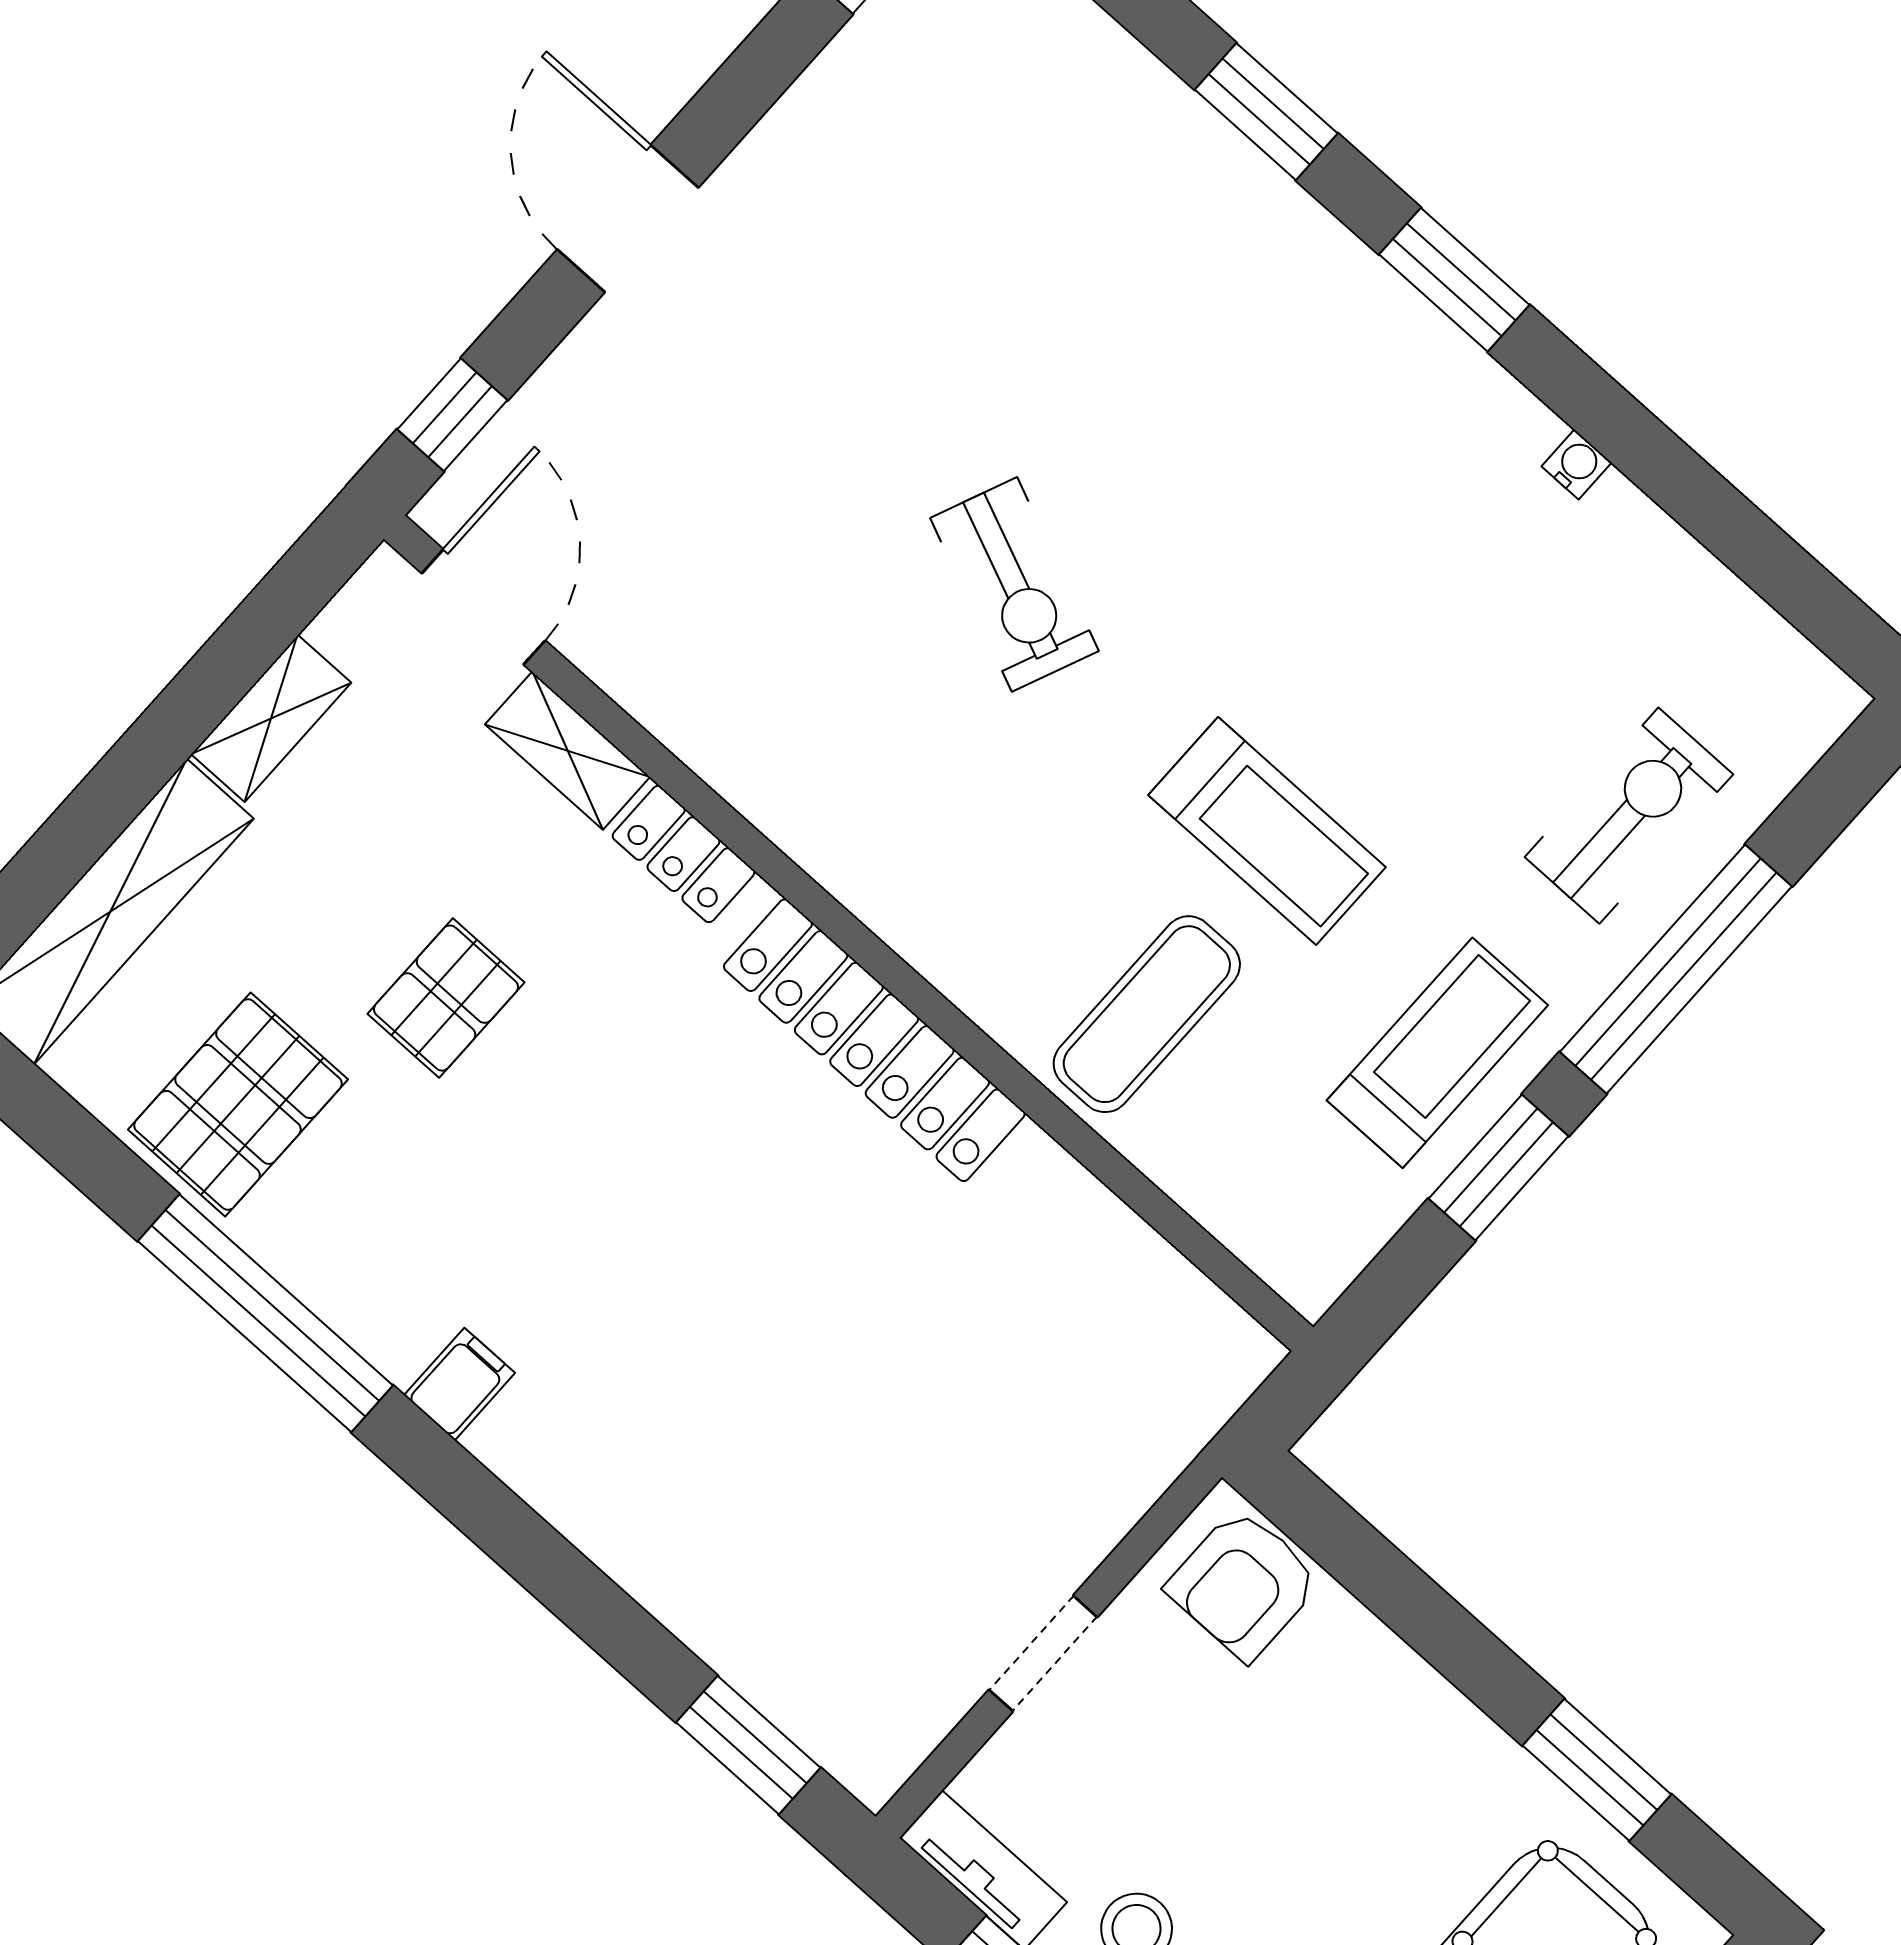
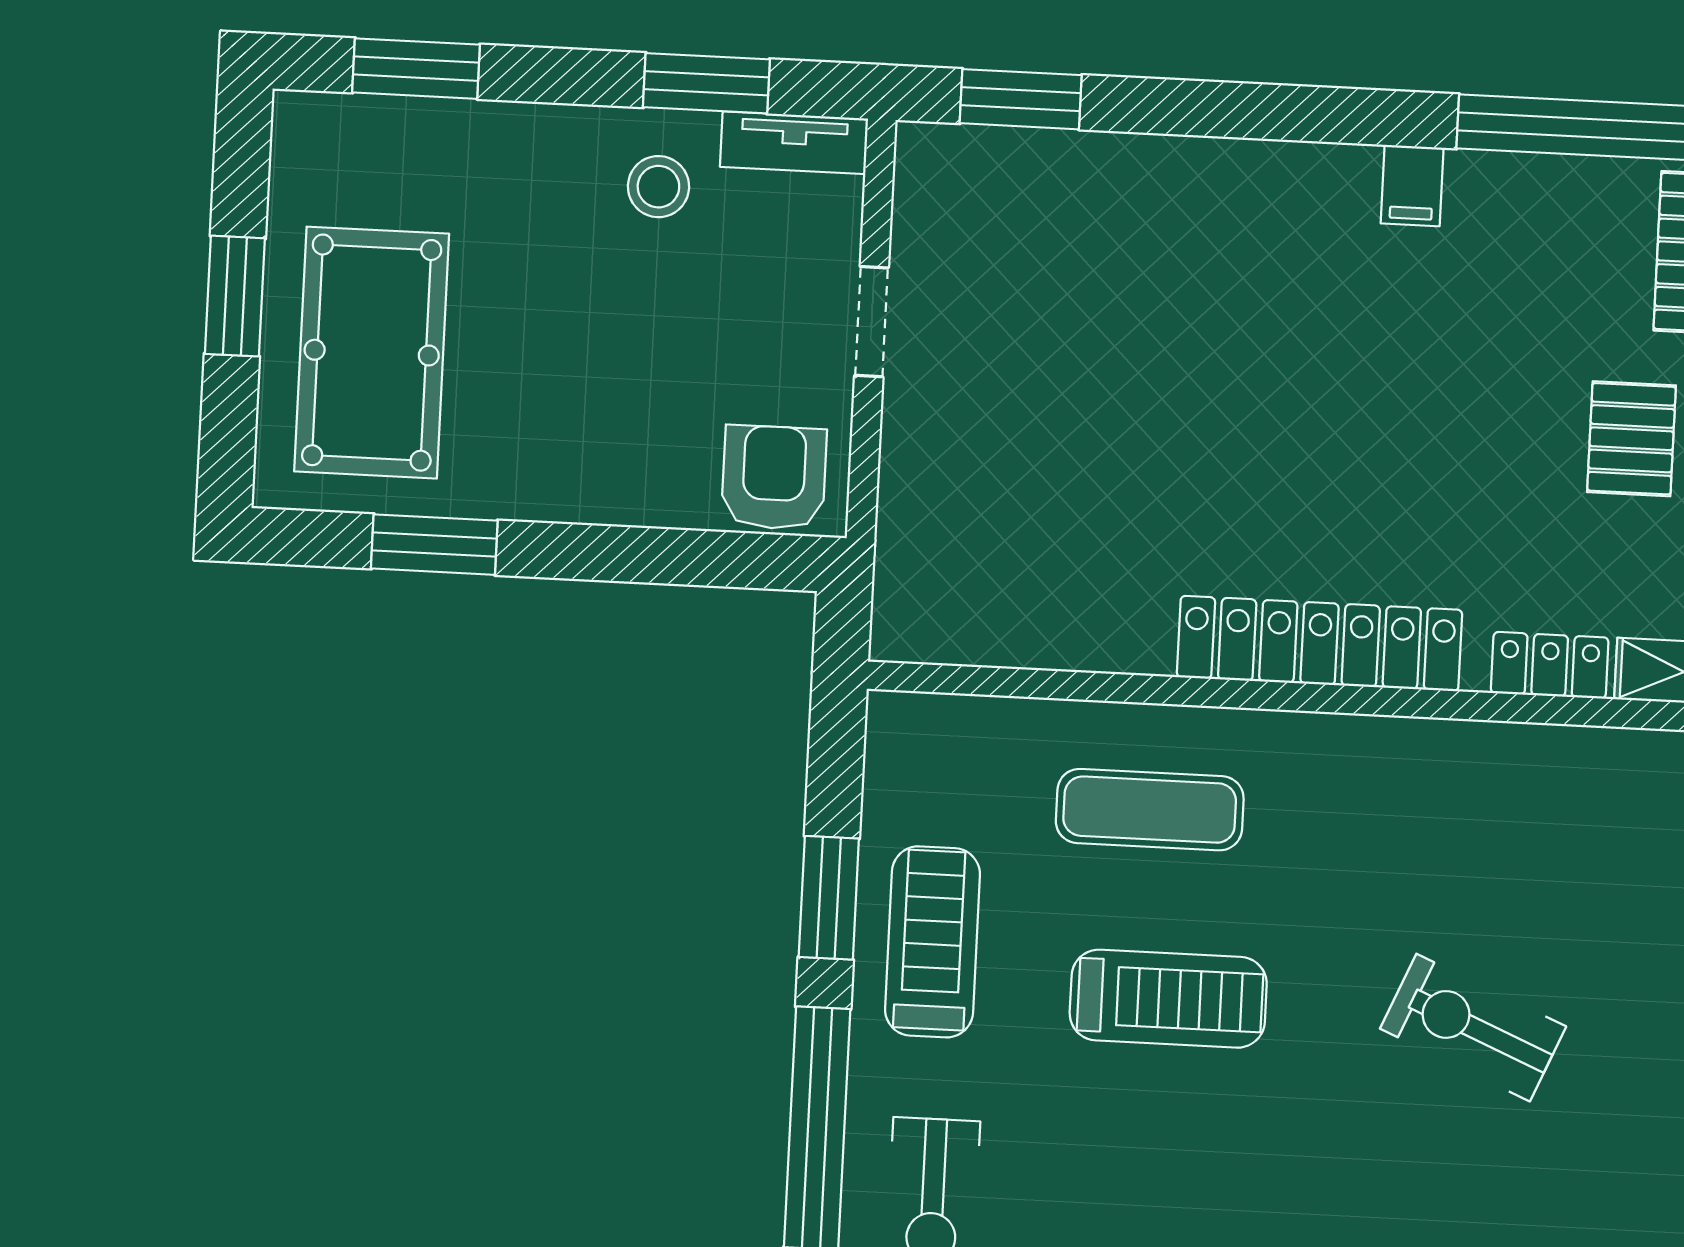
treadmill: (1267, 831) -> (1168, 999), turned 180
exercise mat: (1147, 1014) -> (1150, 810), turned 90
treadmill: (1437, 1053) -> (932, 942), turned 180

